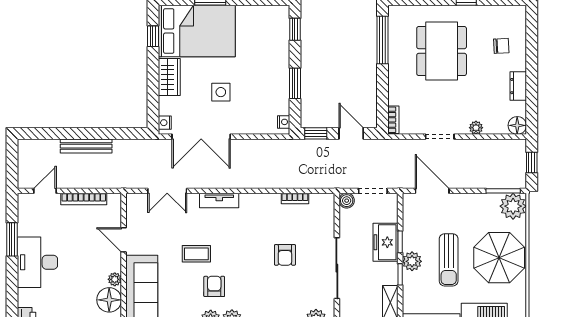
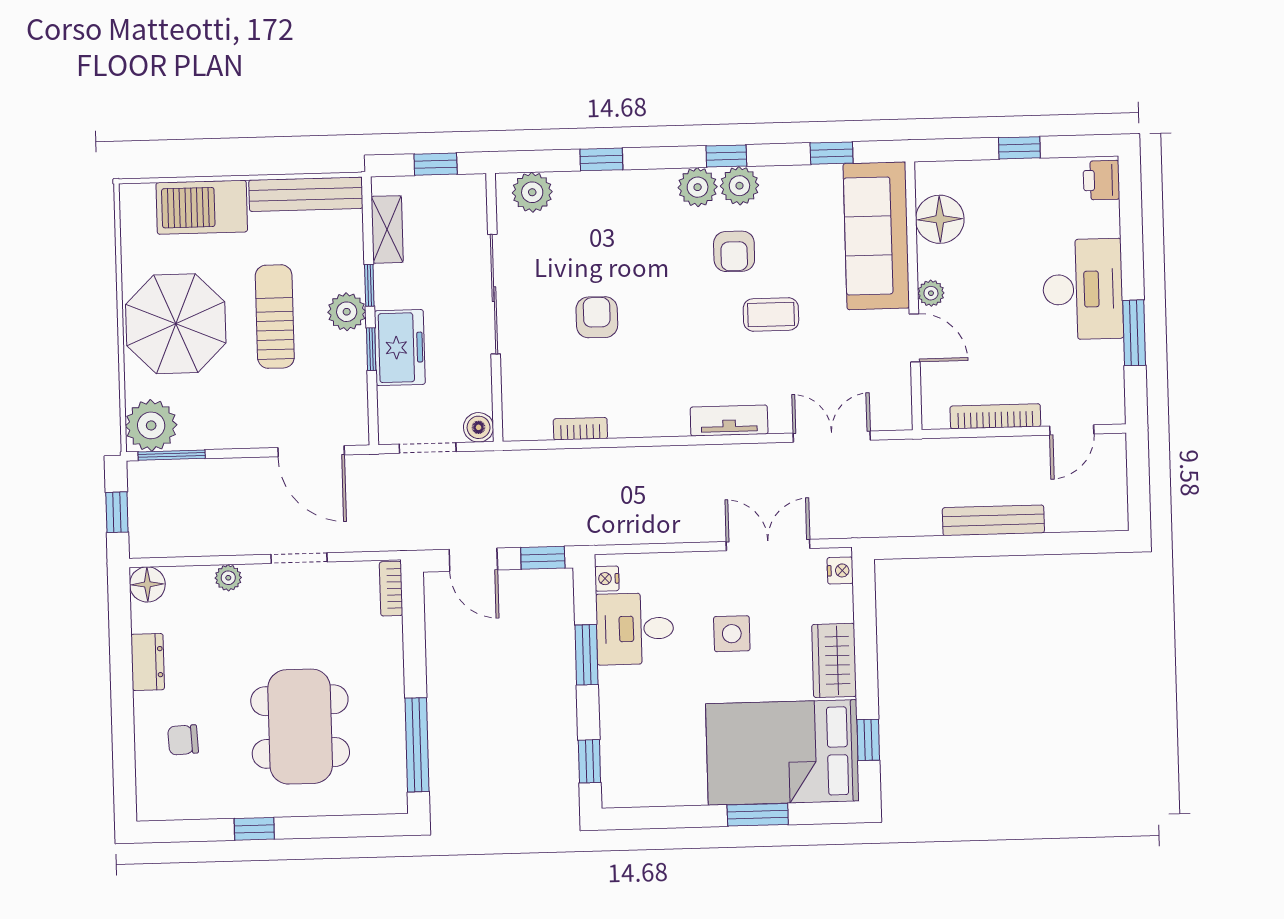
desk: (270, 96) -> (635, 629), added
double door: (201, 137) -> (768, 545), width x0.73
plant: (115, 279) -> (931, 293), moved

